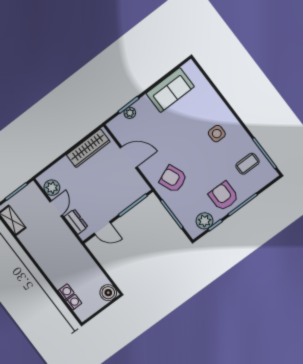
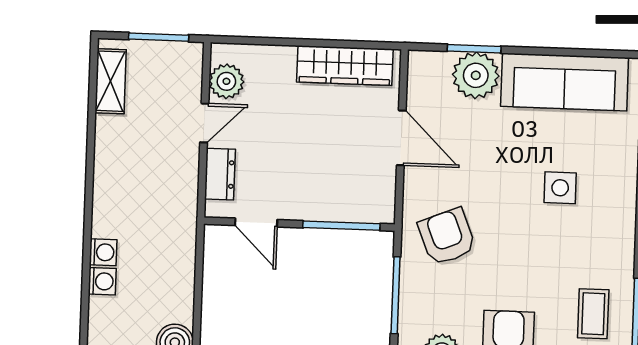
sofa: (170, 90) -> (565, 82), width x1.36
plant: (130, 113) -> (476, 75), width x1.87, depth x1.87
side table: (217, 134) -> (560, 188), moved
coffee table: (247, 164) -> (593, 314), turned 90
washing machine: (74, 302) -> (103, 252), moved

